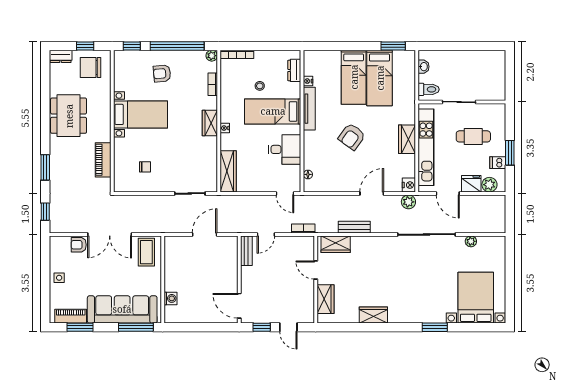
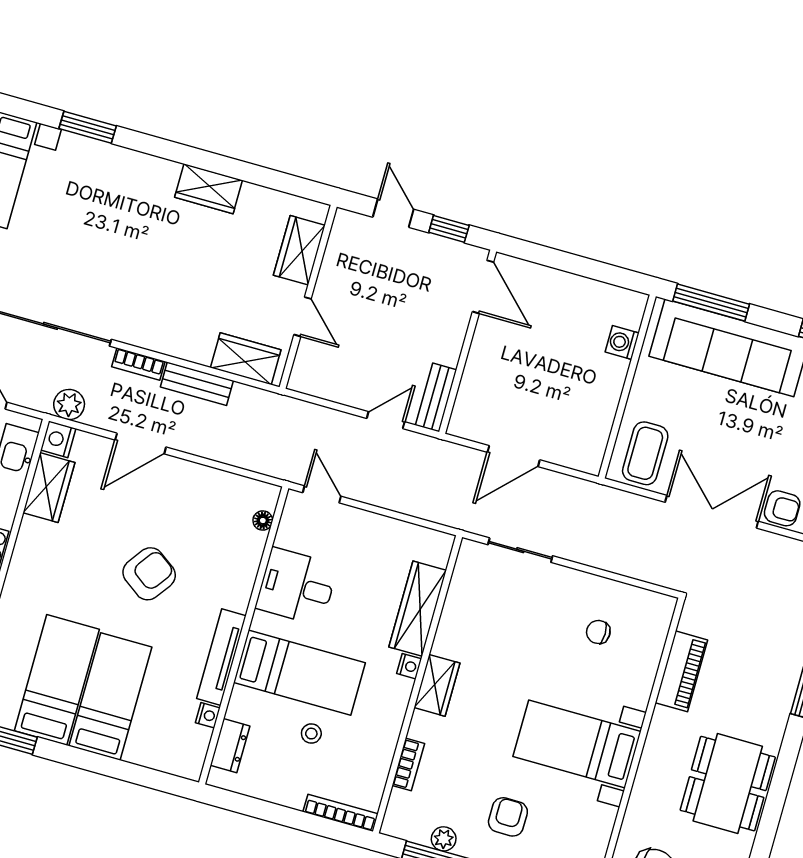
plant: (212, 56) -> (444, 839), moved
armchair: (162, 73) -> (508, 817), turned -85
wardrobe: (407, 139) -> (49, 488), moved
wardrobe: (228, 171) -> (418, 609), moved
bookcase: (303, 228) -> (138, 364), moved

